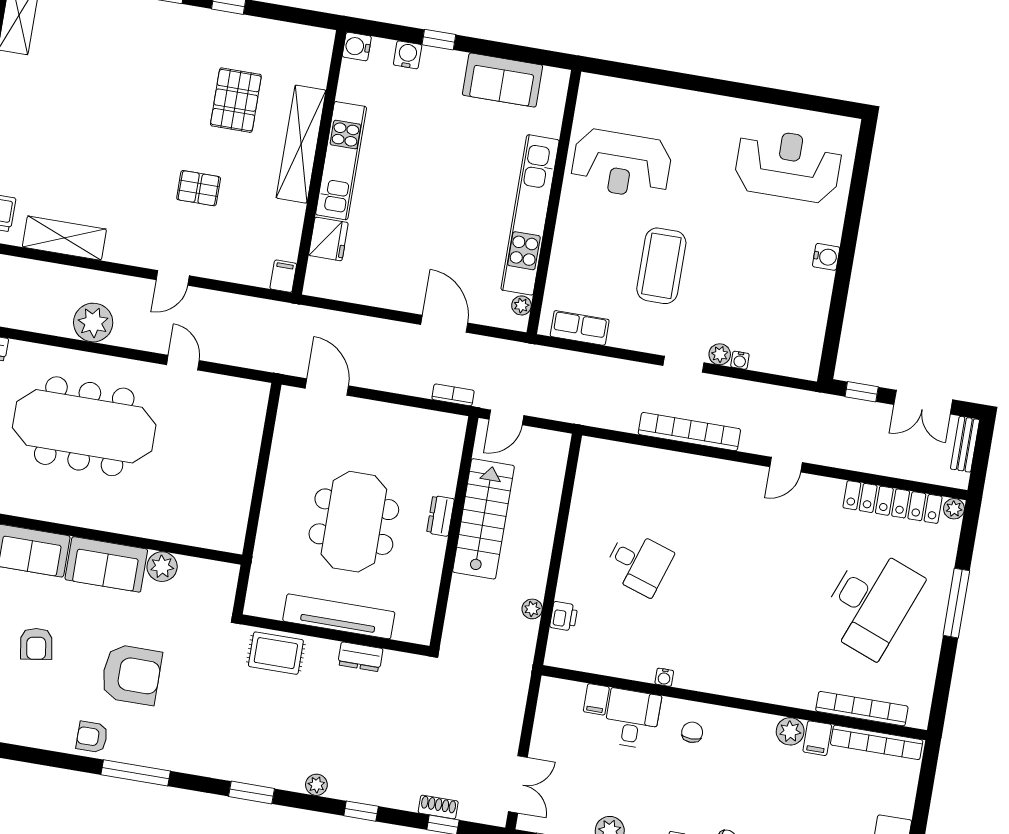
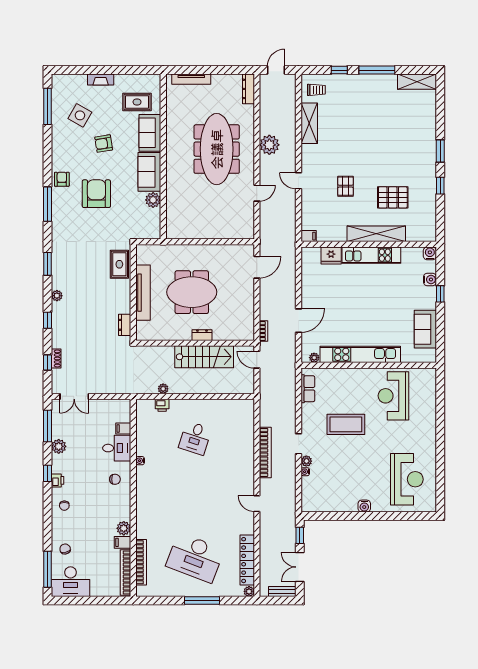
dresser: (360, 657) -> (125, 325), moved
armchair: (131, 675) -> (96, 194), turned 180

